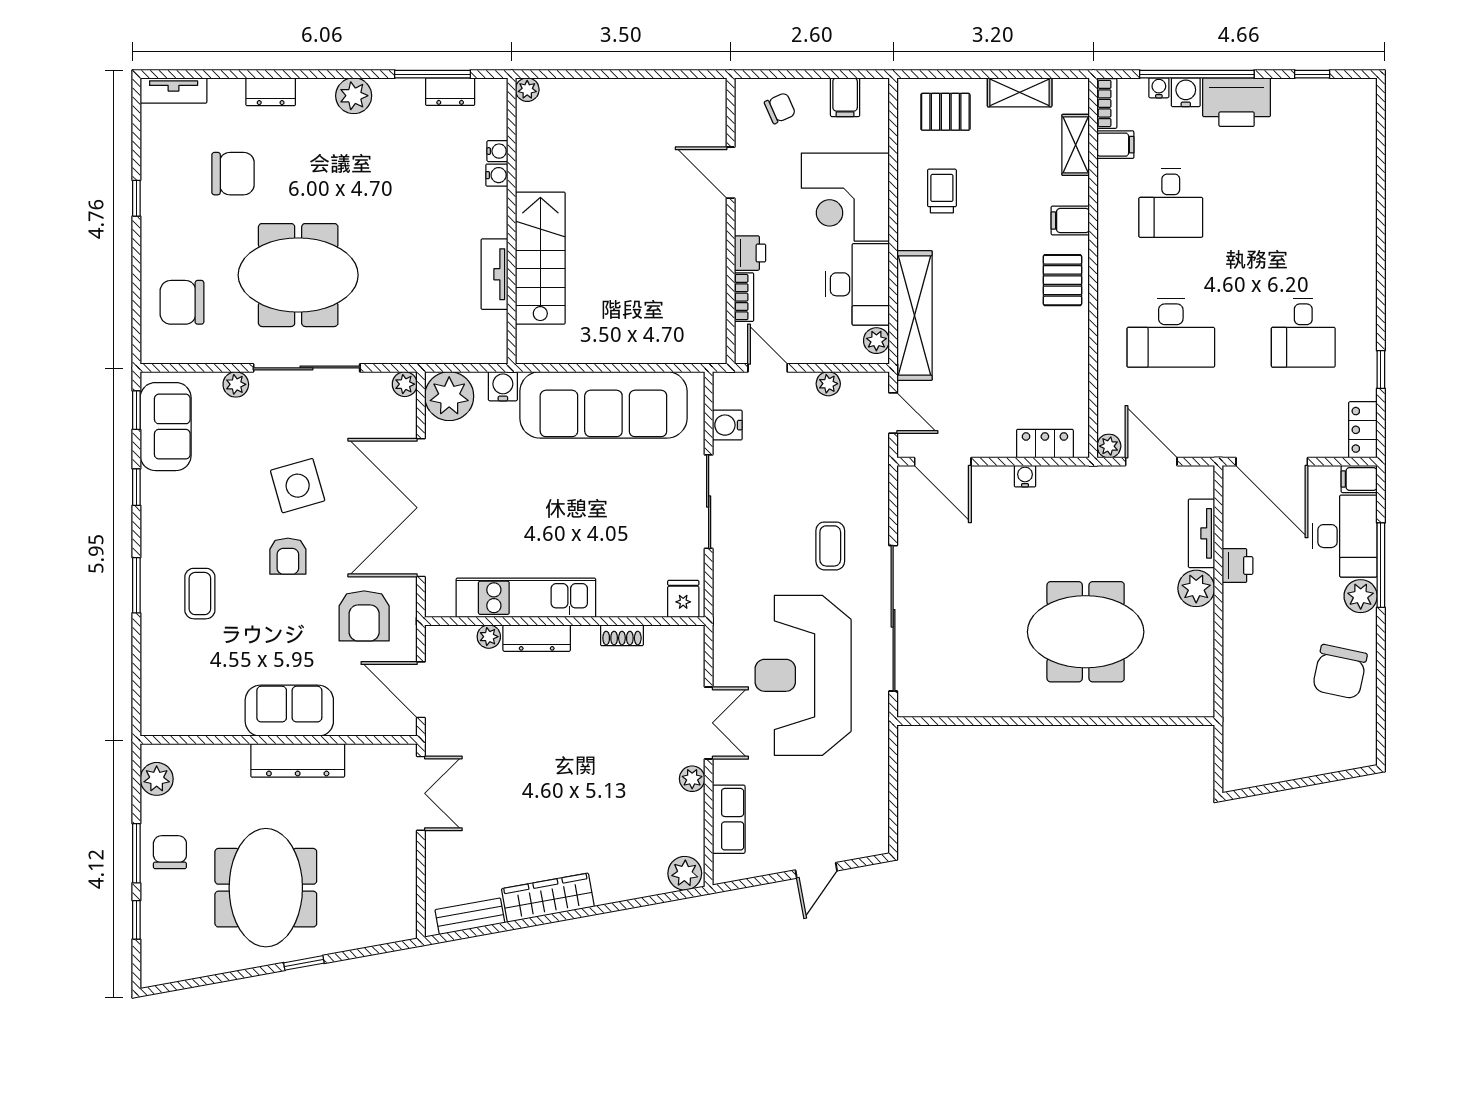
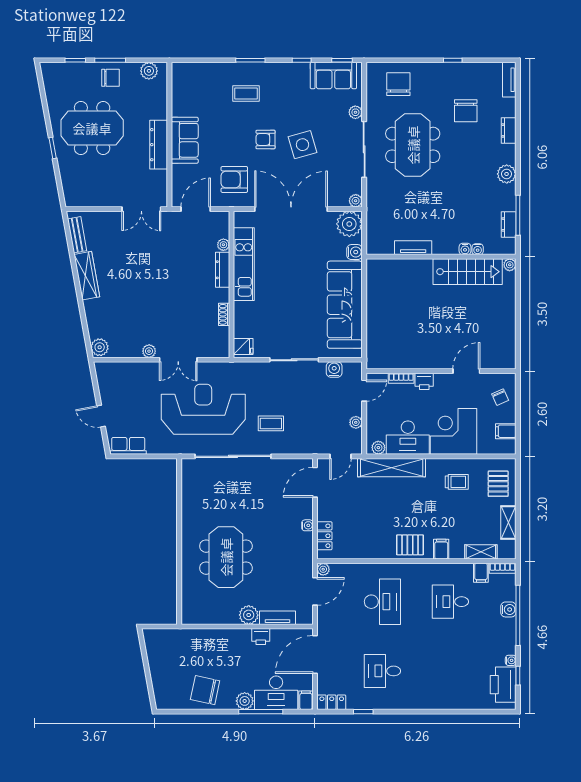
water cooler: (1159, 88) -> (511, 660), moved
printer: (1237, 102) -> (503, 685), moved
stairs: (540, 258) -> (468, 272), moved
desk: (1171, 333) -> (382, 602), turned 180
row of seats: (729, 819) -> (128, 446), moved, turned 180

